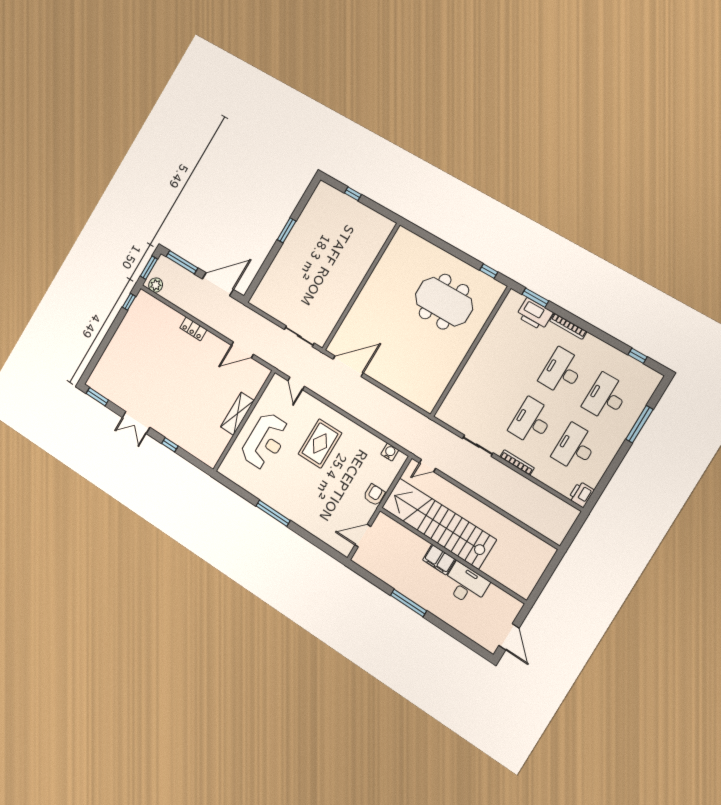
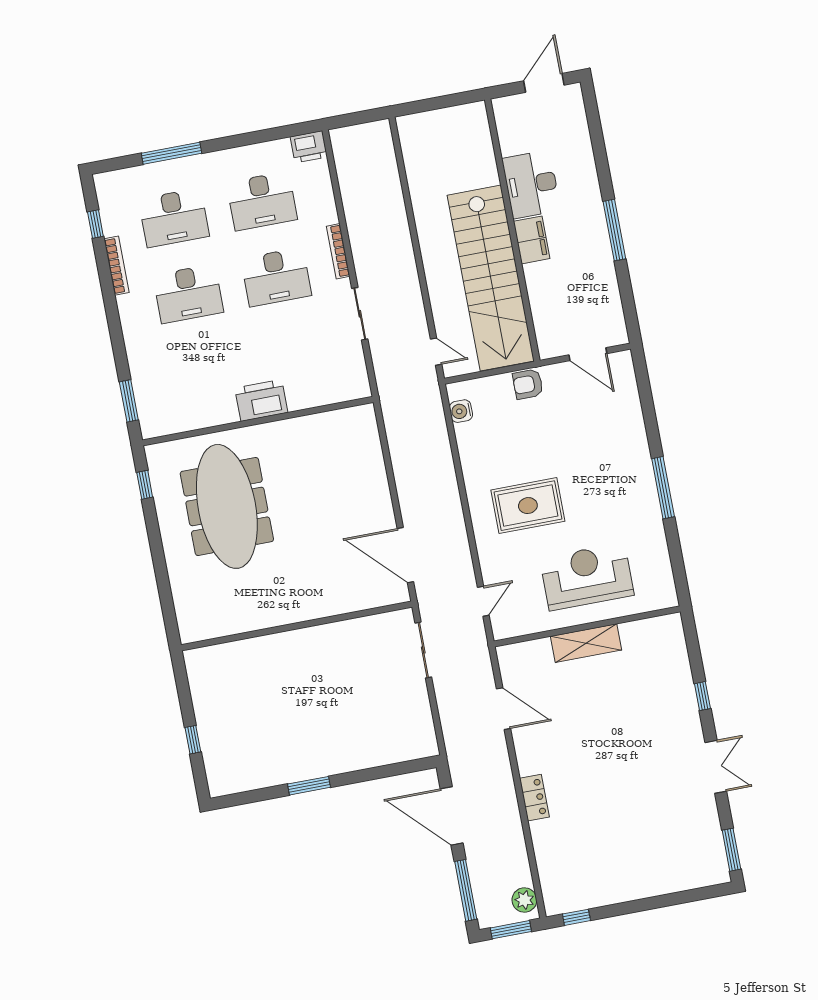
meeting table: (444, 302) -> (227, 506), width x1.36
printer: (535, 314) -> (261, 400), moved, turned -90
bookcase: (568, 326) -> (117, 266), moved

